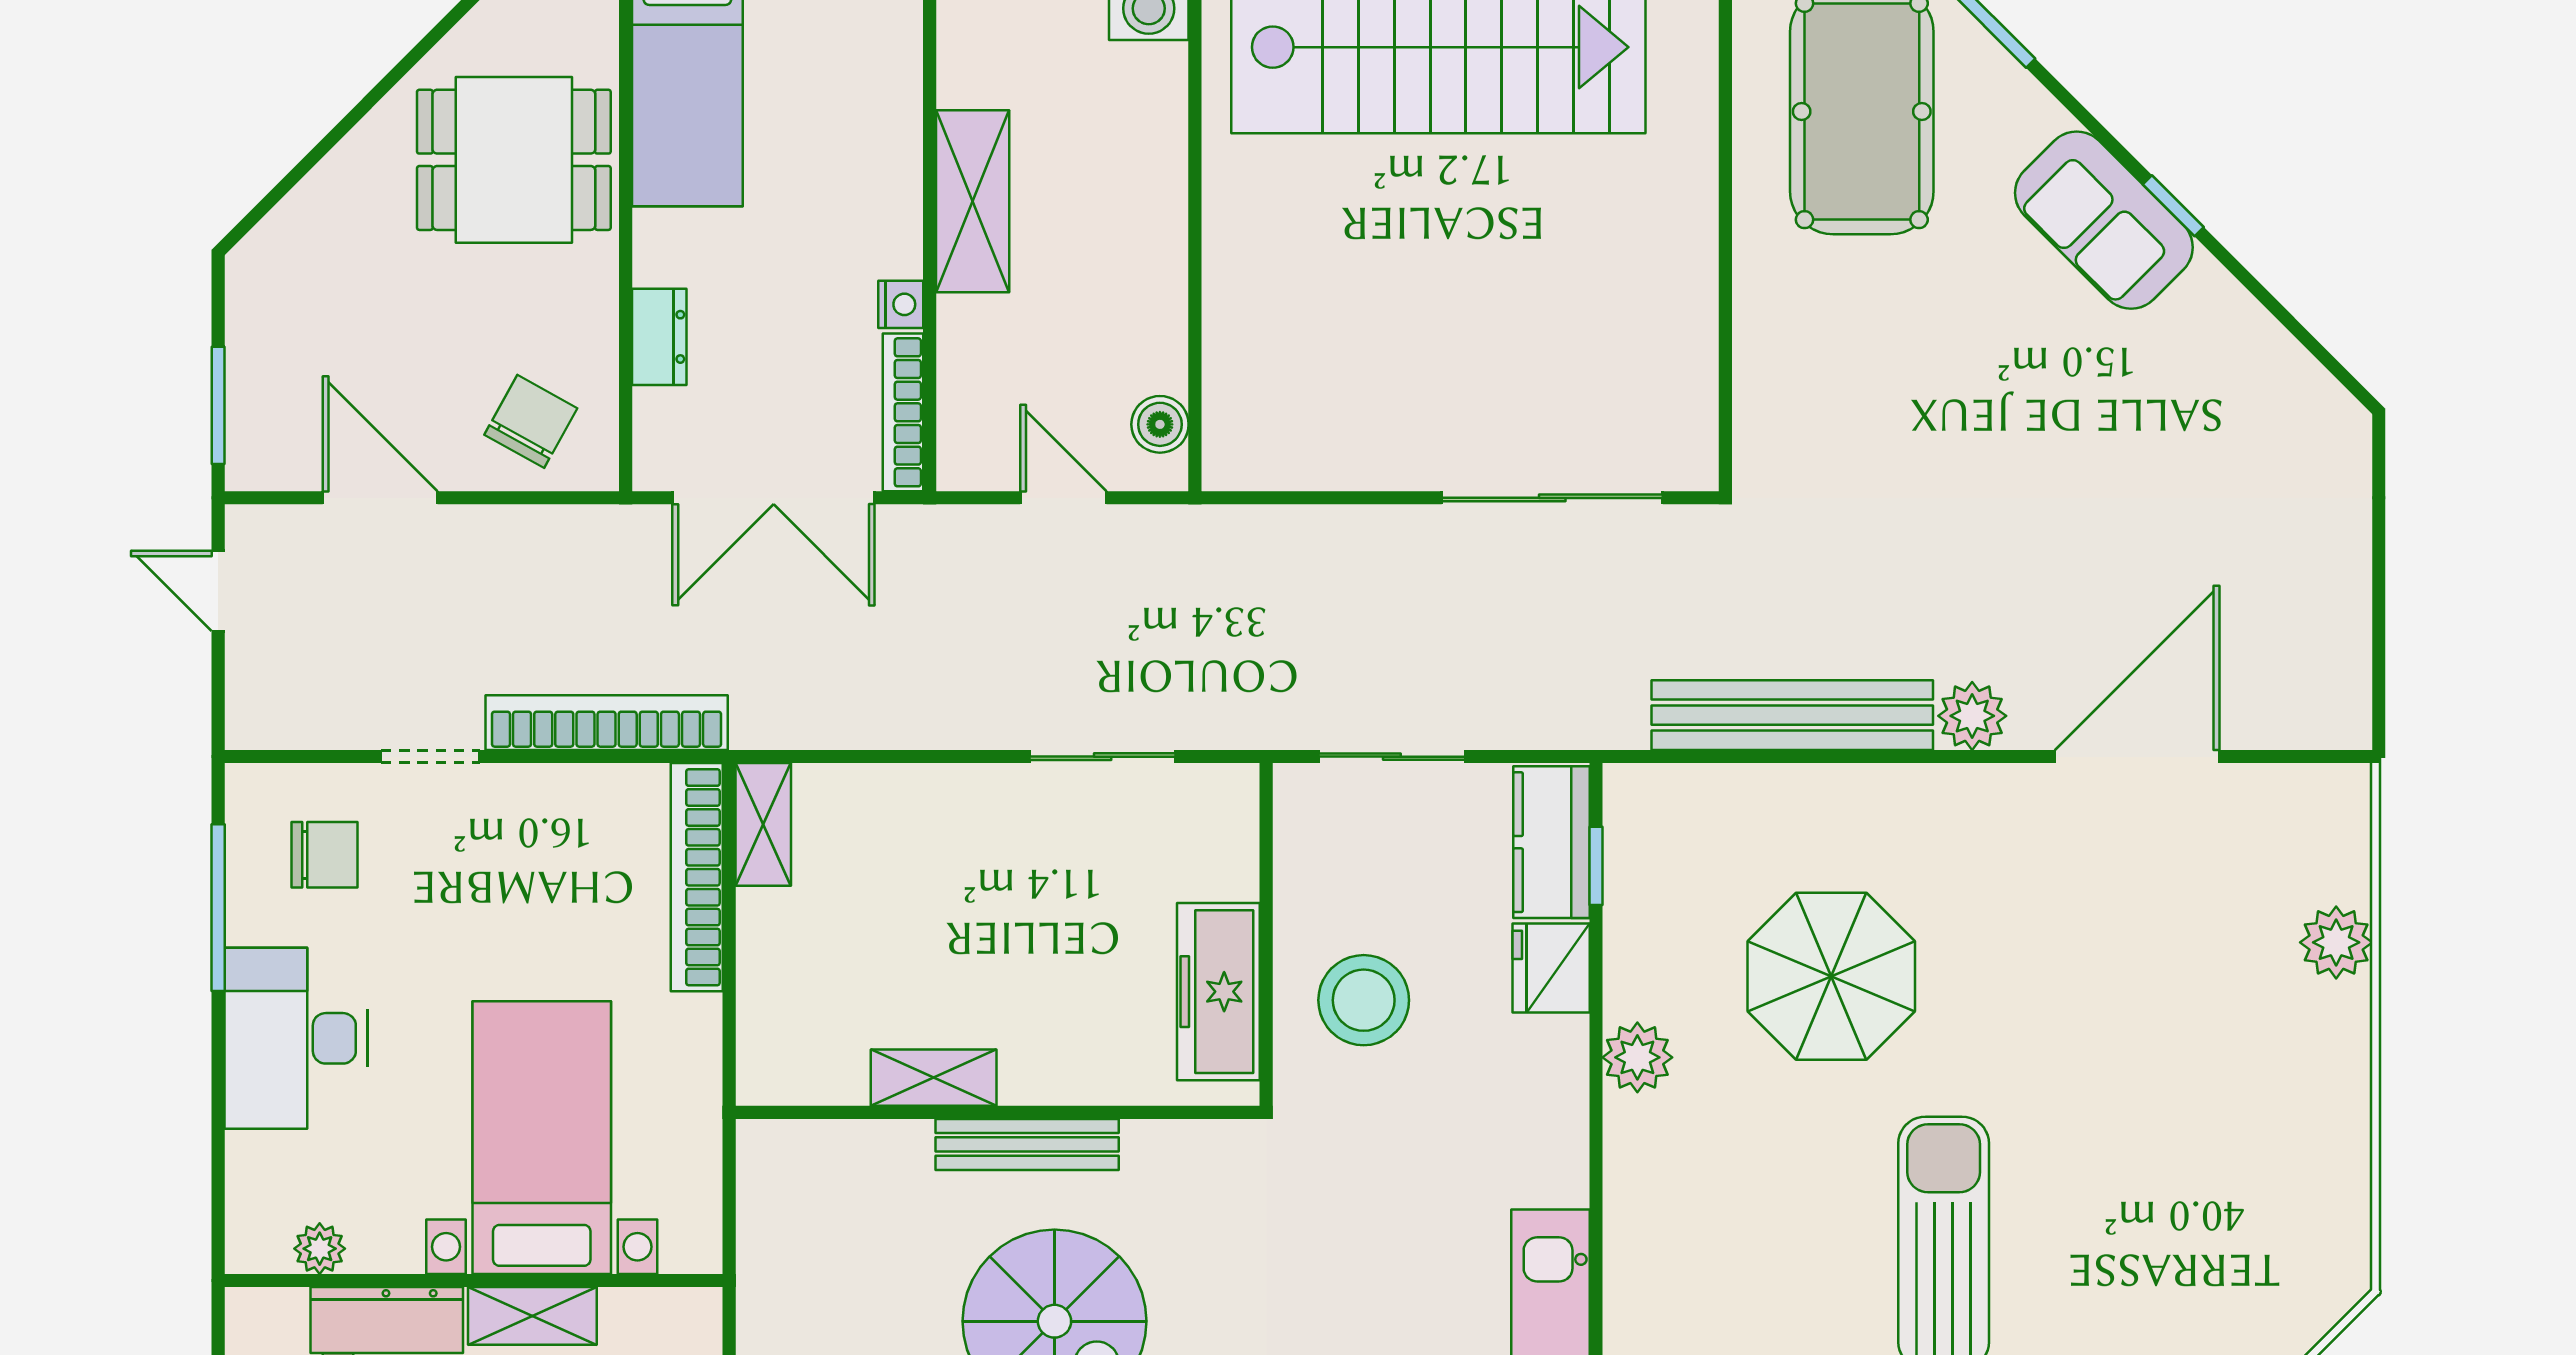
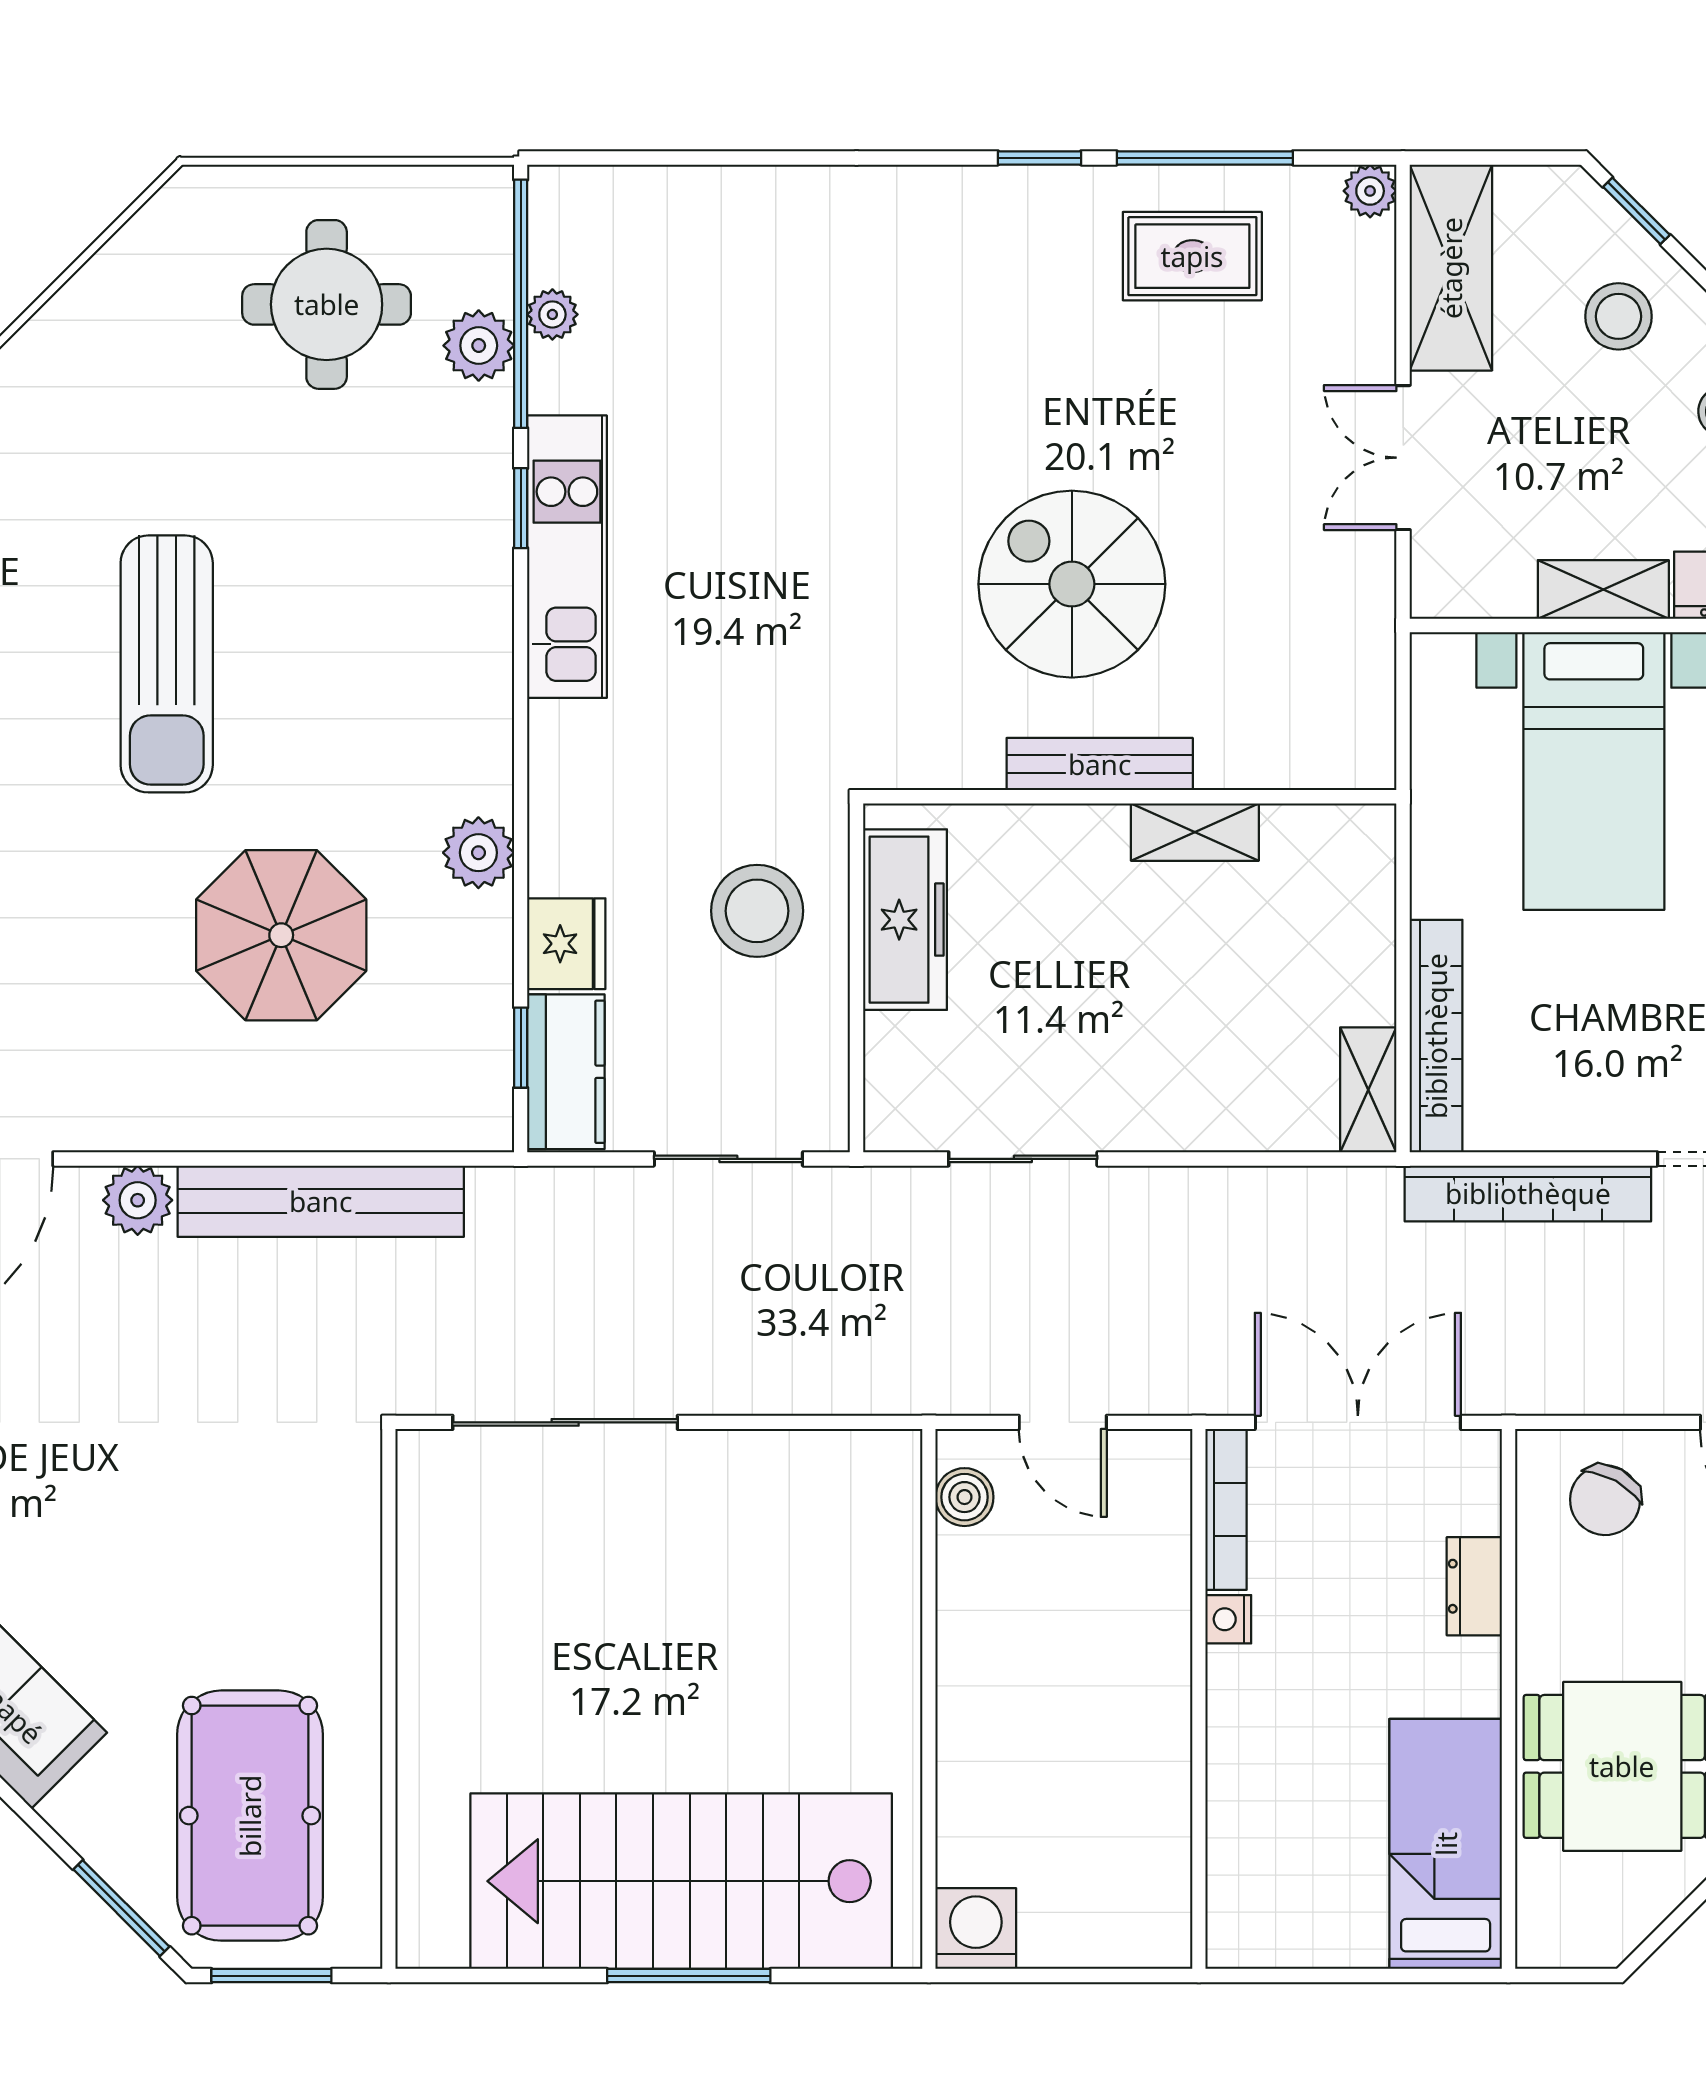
shelving: (973, 201) -> (1155, 1724), removed

